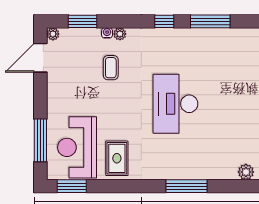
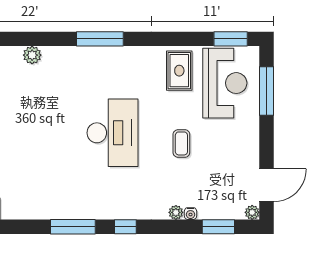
coffee table: (111, 68) -> (181, 143), moved

